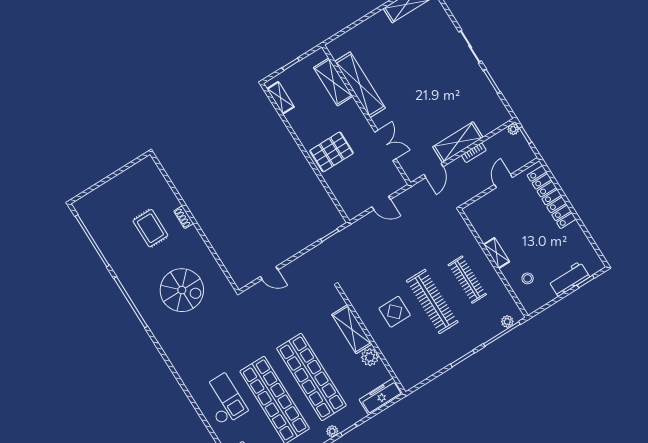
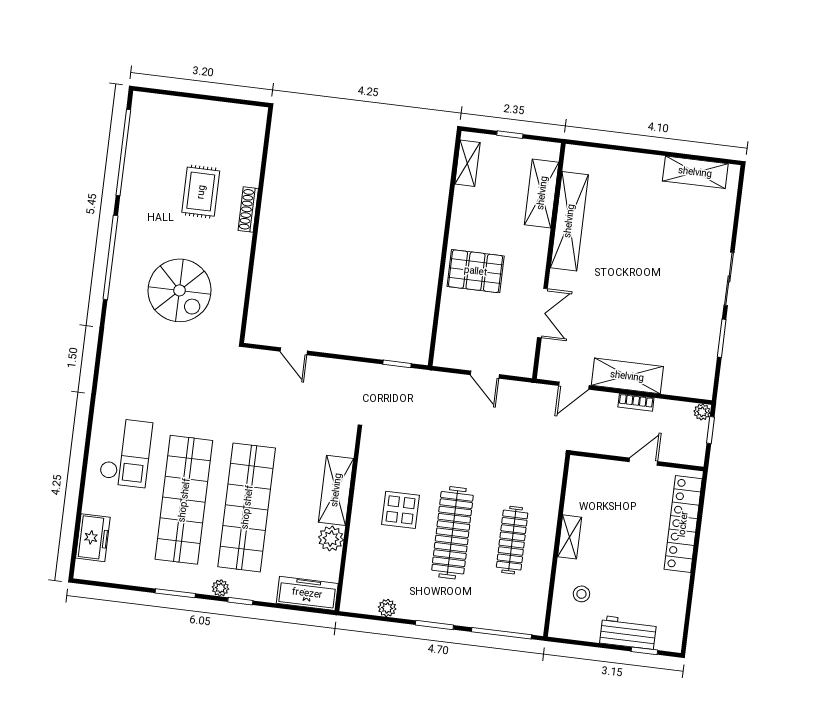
shoe rack: (184, 217) -> (248, 210), width x1.43
plant: (507, 322) -> (387, 608), moved

